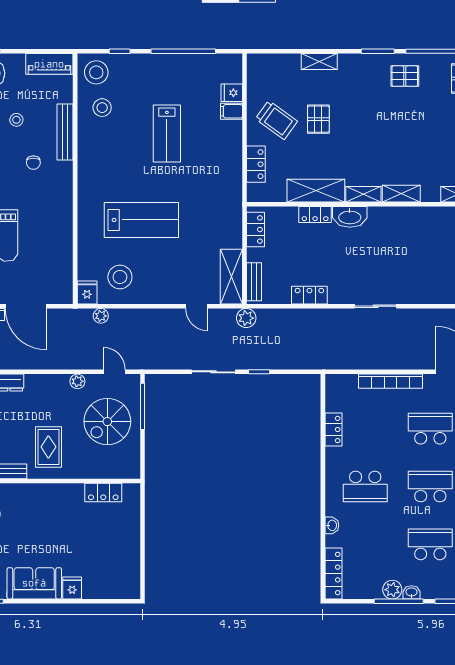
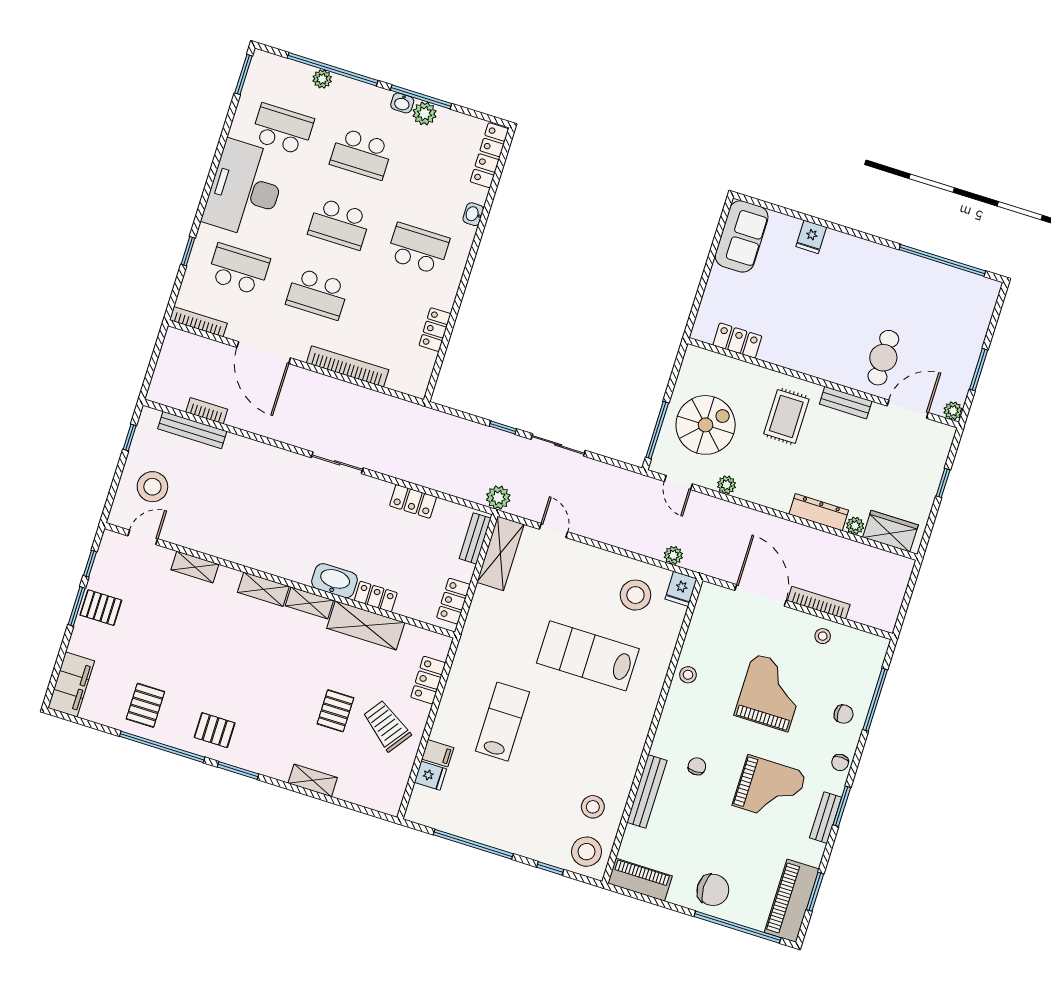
stool: (16, 120) -> (688, 675), moved
lab bench: (167, 134) -> (502, 722), moved
sofa: (34, 583) -> (742, 236), moved, turned -90

